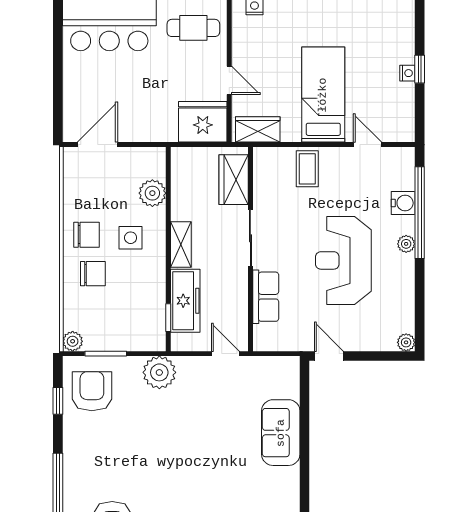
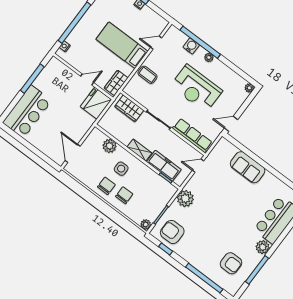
cafe table: (193, 28) -> (54, 78), removed
row of seats: (266, 297) -> (192, 135), width x1.48

